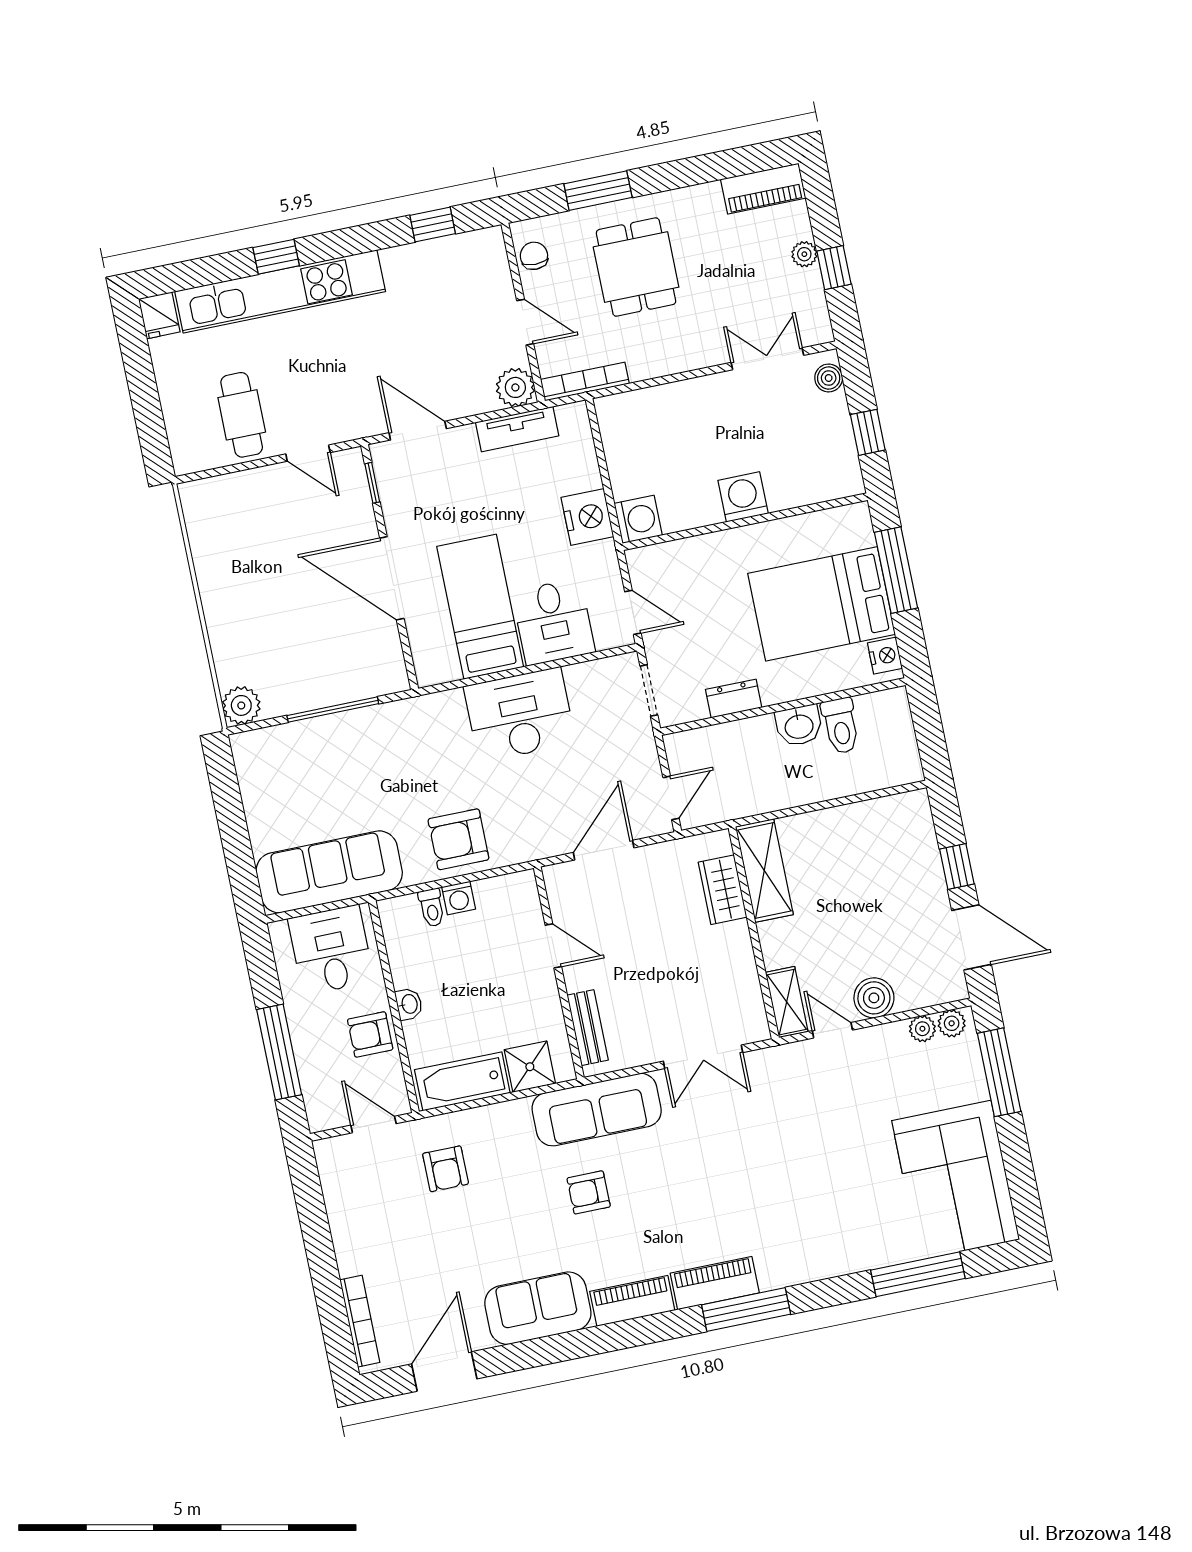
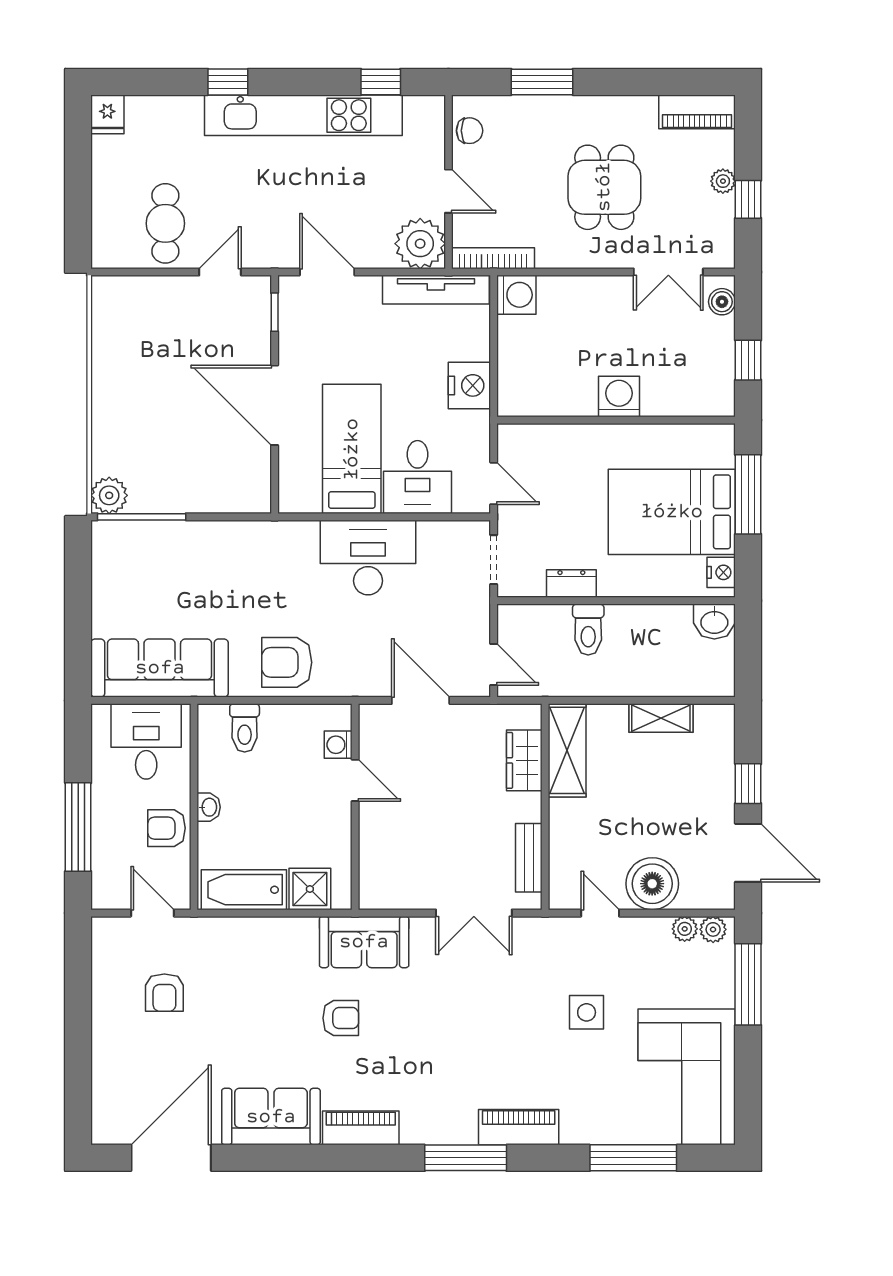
chair: (534, 256) -> (470, 131), turned 90
dining table: (636, 267) -> (604, 187), moved
kitchen unit: (280, 291) -> (303, 115), moved
double door: (767, 359) -> (668, 272), swing flipped
plant: (515, 387) -> (420, 244), width x1.36, depth x1.36
tv unit: (517, 429) -> (436, 290), width x1.41
door: (308, 453) -> (220, 272), swing flipped
washing machine: (638, 519) -> (516, 295), moved
window: (333, 710) -> (142, 517), moved
washbasin: (799, 726) -> (714, 621), moved
toilet: (841, 726) -> (588, 629), moved
door: (671, 798) -> (494, 665), hinge flipped
door: (604, 850) -> (421, 700), hinge flipped
washing machine: (459, 898) -> (338, 745), moved, turned 90
toilet: (432, 908) -> (245, 728), width x1.37, depth x1.39
boiler: (874, 998) -> (652, 884), width x1.37, depth x1.37
shelving: (787, 1002) -> (661, 718), moved, turned 90
bench: (588, 1028) -> (529, 858), moved
sofa: (597, 1110) -> (364, 942), width x0.73
side table: (839, 1135) -> (587, 1012), added
armchair: (446, 1169) -> (164, 993), moved
armchair: (589, 1192) -> (341, 1018), turned 180
piano: (715, 1283) -> (519, 1127), moved
bookcase: (360, 1321) -> (102, 1095), removed
door: (444, 1371) -> (171, 1158), width x1.36

